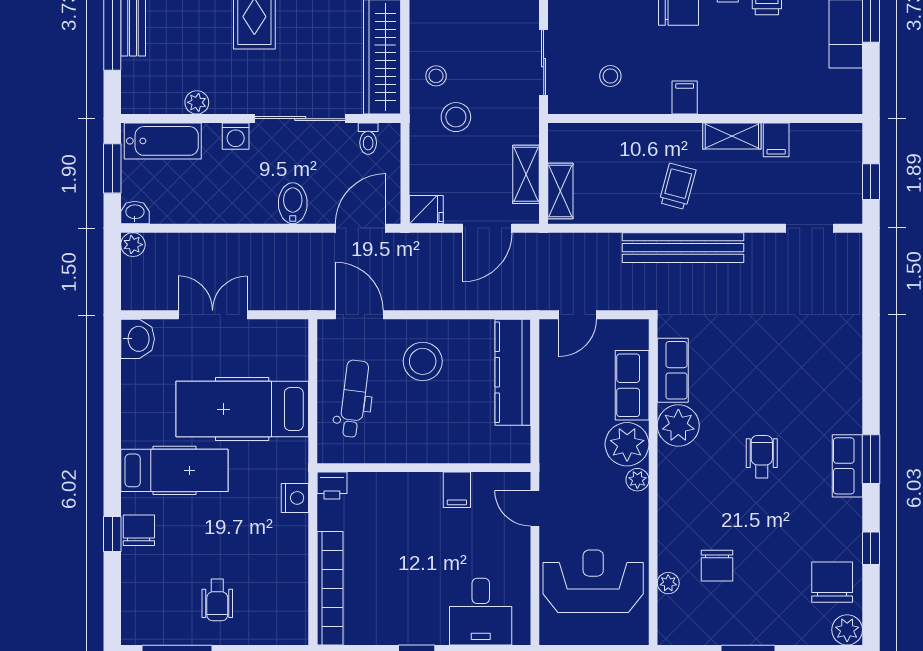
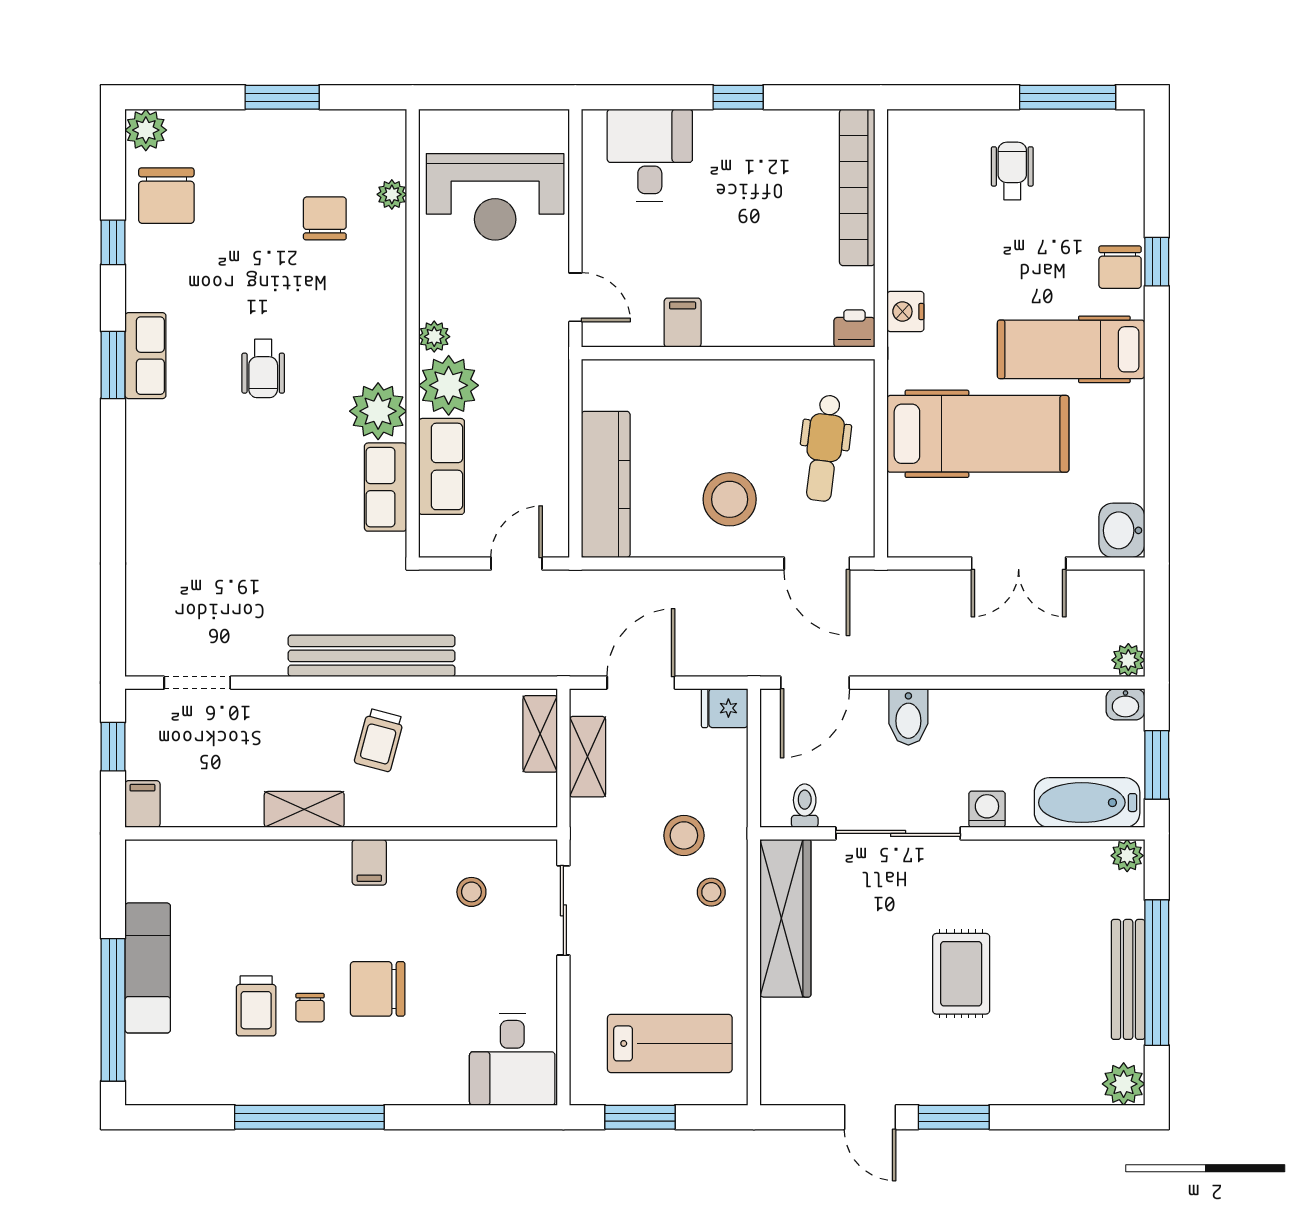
plant: (197, 102) -> (1127, 856), moved
filing cabinet: (776, 140) -> (142, 804), moved

